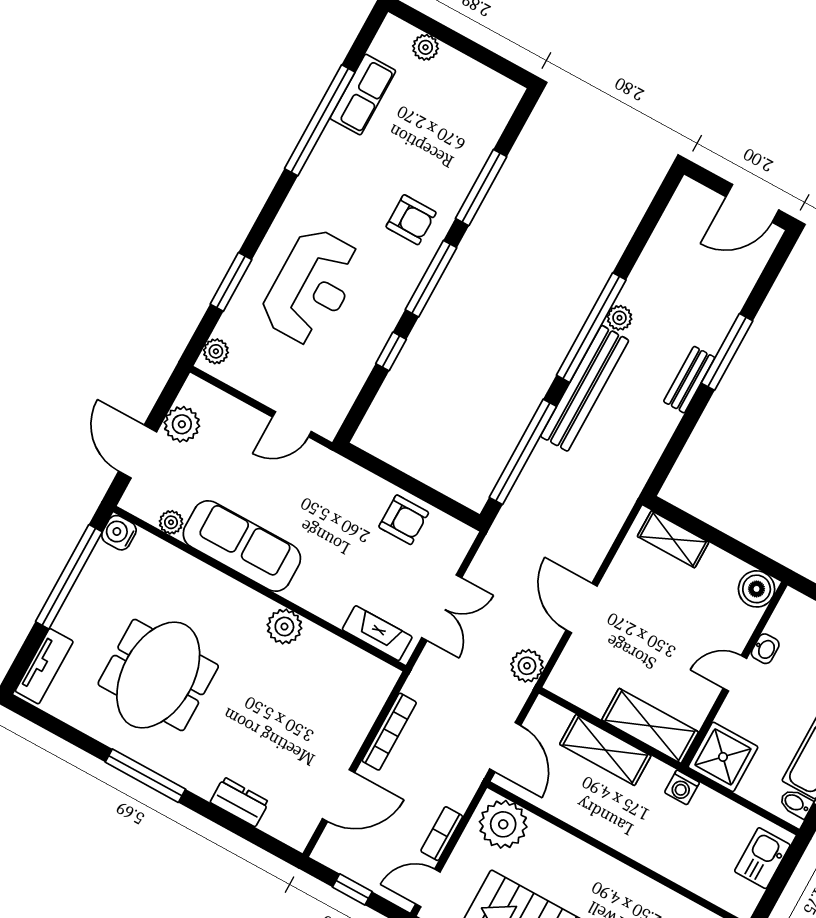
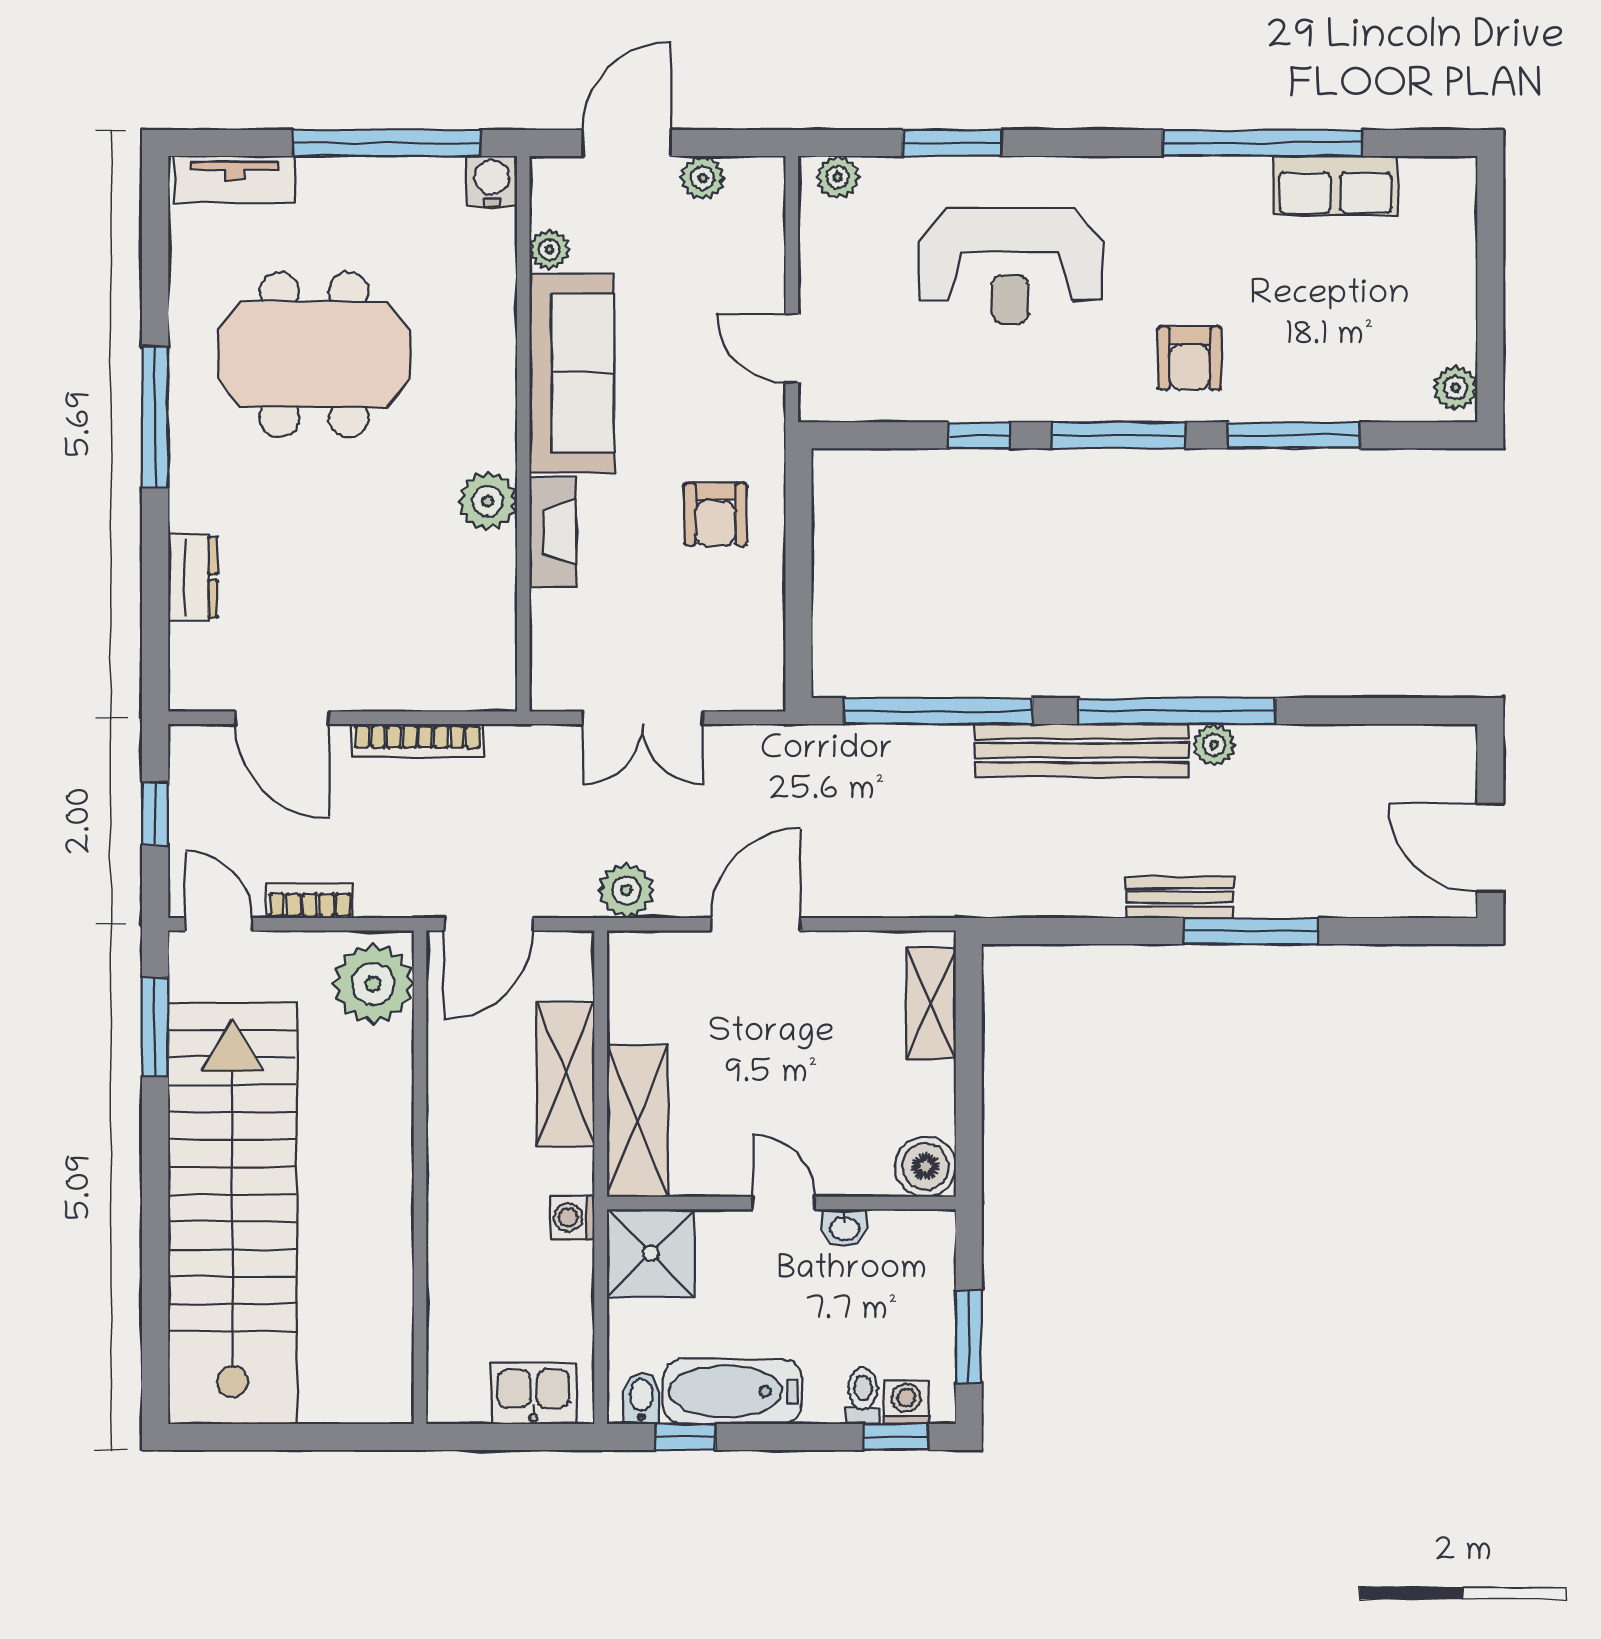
plant: (425, 47) -> (1455, 388), moved
plant: (182, 424) -> (703, 178), width x0.73, depth x0.73
armchair: (404, 520) -> (715, 514), moved
fireplace: (377, 633) -> (553, 532), moved

